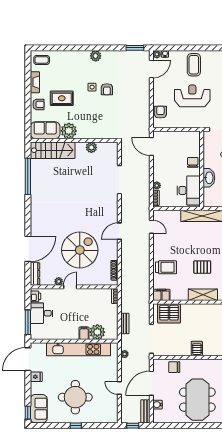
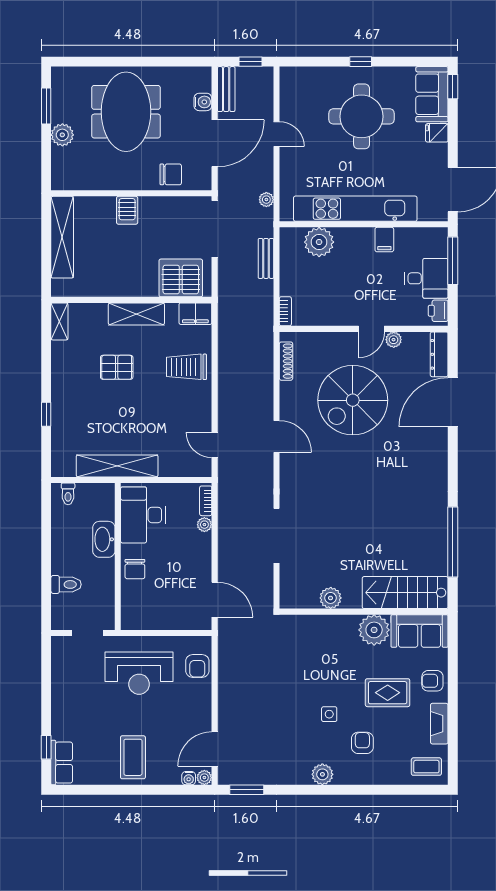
armchair: (107, 89) -> (362, 743), moved
reception desk: (192, 96) -> (139, 673), moved
door: (119, 231) -> (277, 436), hinge flipped
shelving: (203, 295) -> (136, 314), moved
filing cabinet: (84, 333) -> (384, 240), moved
fridge: (36, 377) -> (437, 133), moved

